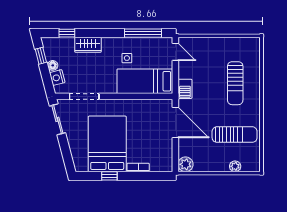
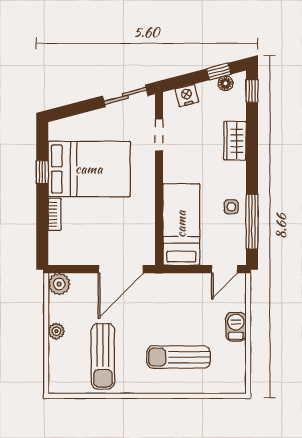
window: (67, 33) -> (252, 91), moved
side table: (127, 58) -> (231, 207), moved
floor lamp: (53, 65) -> (226, 83), moved
barbecue: (185, 89) -> (236, 327), moved, turned 90
doorway: (84, 96) -> (159, 135), width x0.73
plant: (235, 166) -> (56, 331), moved

